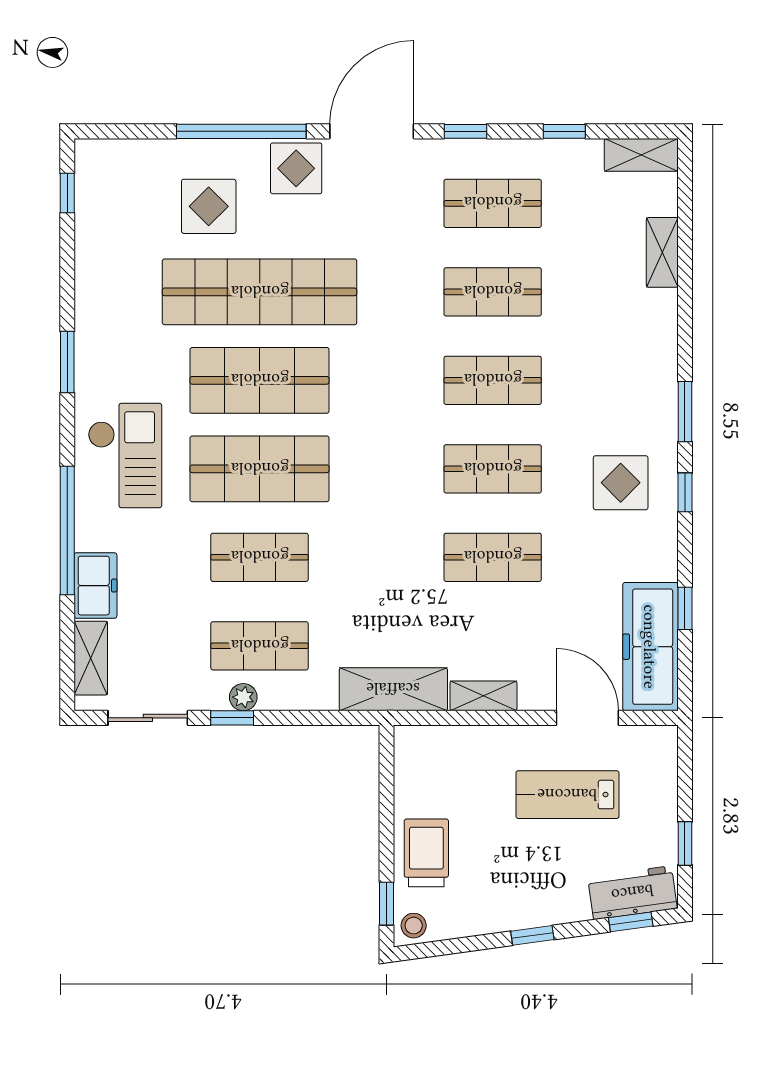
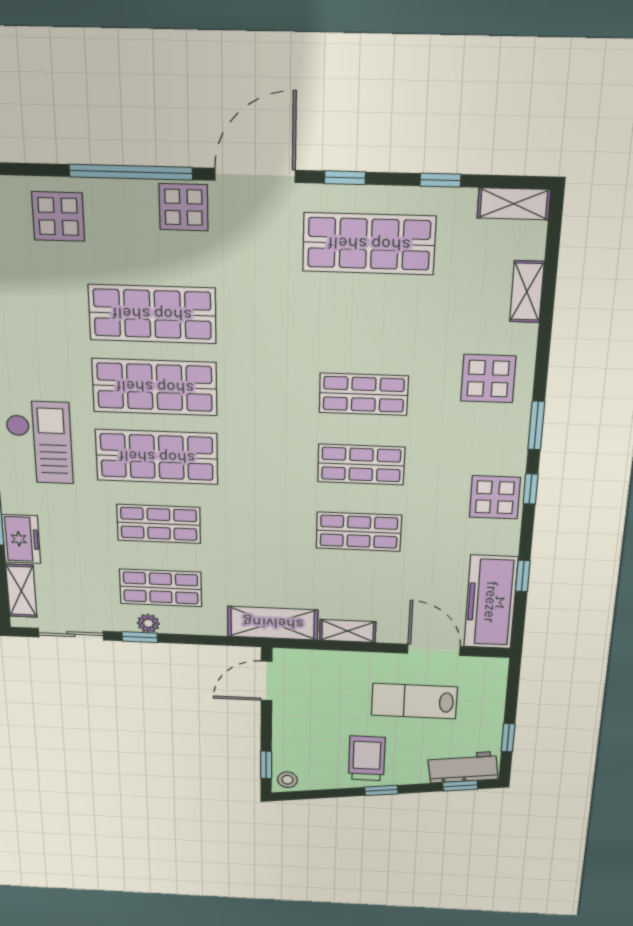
shop shelf: (493, 203) -> (369, 244), width x1.43, depth x1.36
display table: (209, 206) -> (58, 216), moved
shop shelf: (260, 292) -> (152, 314), width x0.71
shop shelf: (493, 292) -> (366, 321), removed
display table: (628, 356) -> (488, 379), added
display table: (621, 483) -> (495, 497), moved
door: (386, 774) -> (267, 681), added
trolley: (426, 853) -> (367, 758), moved

